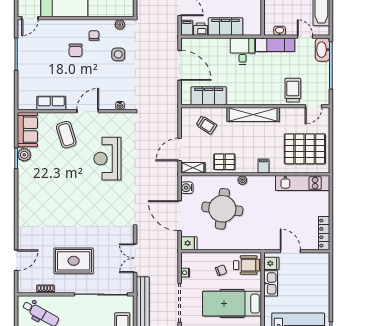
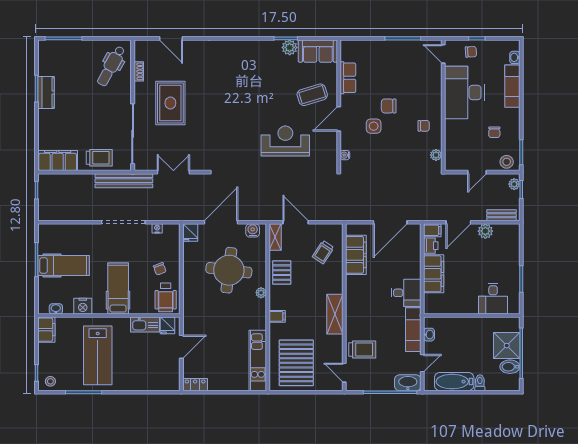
chair: (76, 50) -> (389, 106), moved
side table: (118, 54) -> (374, 126), moved
door: (88, 111) -> (339, 119), swing flipped
shelving: (253, 114) -> (335, 314), width x0.68
locker: (324, 233) -> (195, 385), width x0.66
hospital bed: (232, 304) -> (118, 289), width x0.73, depth x0.78

